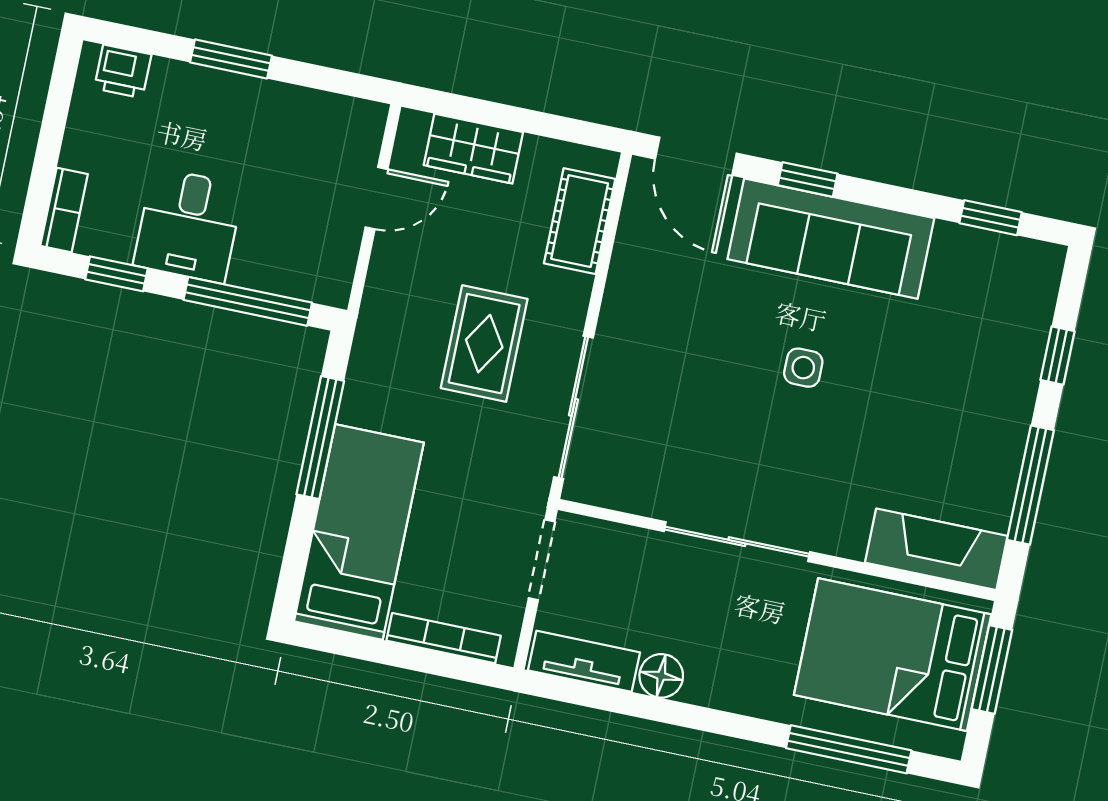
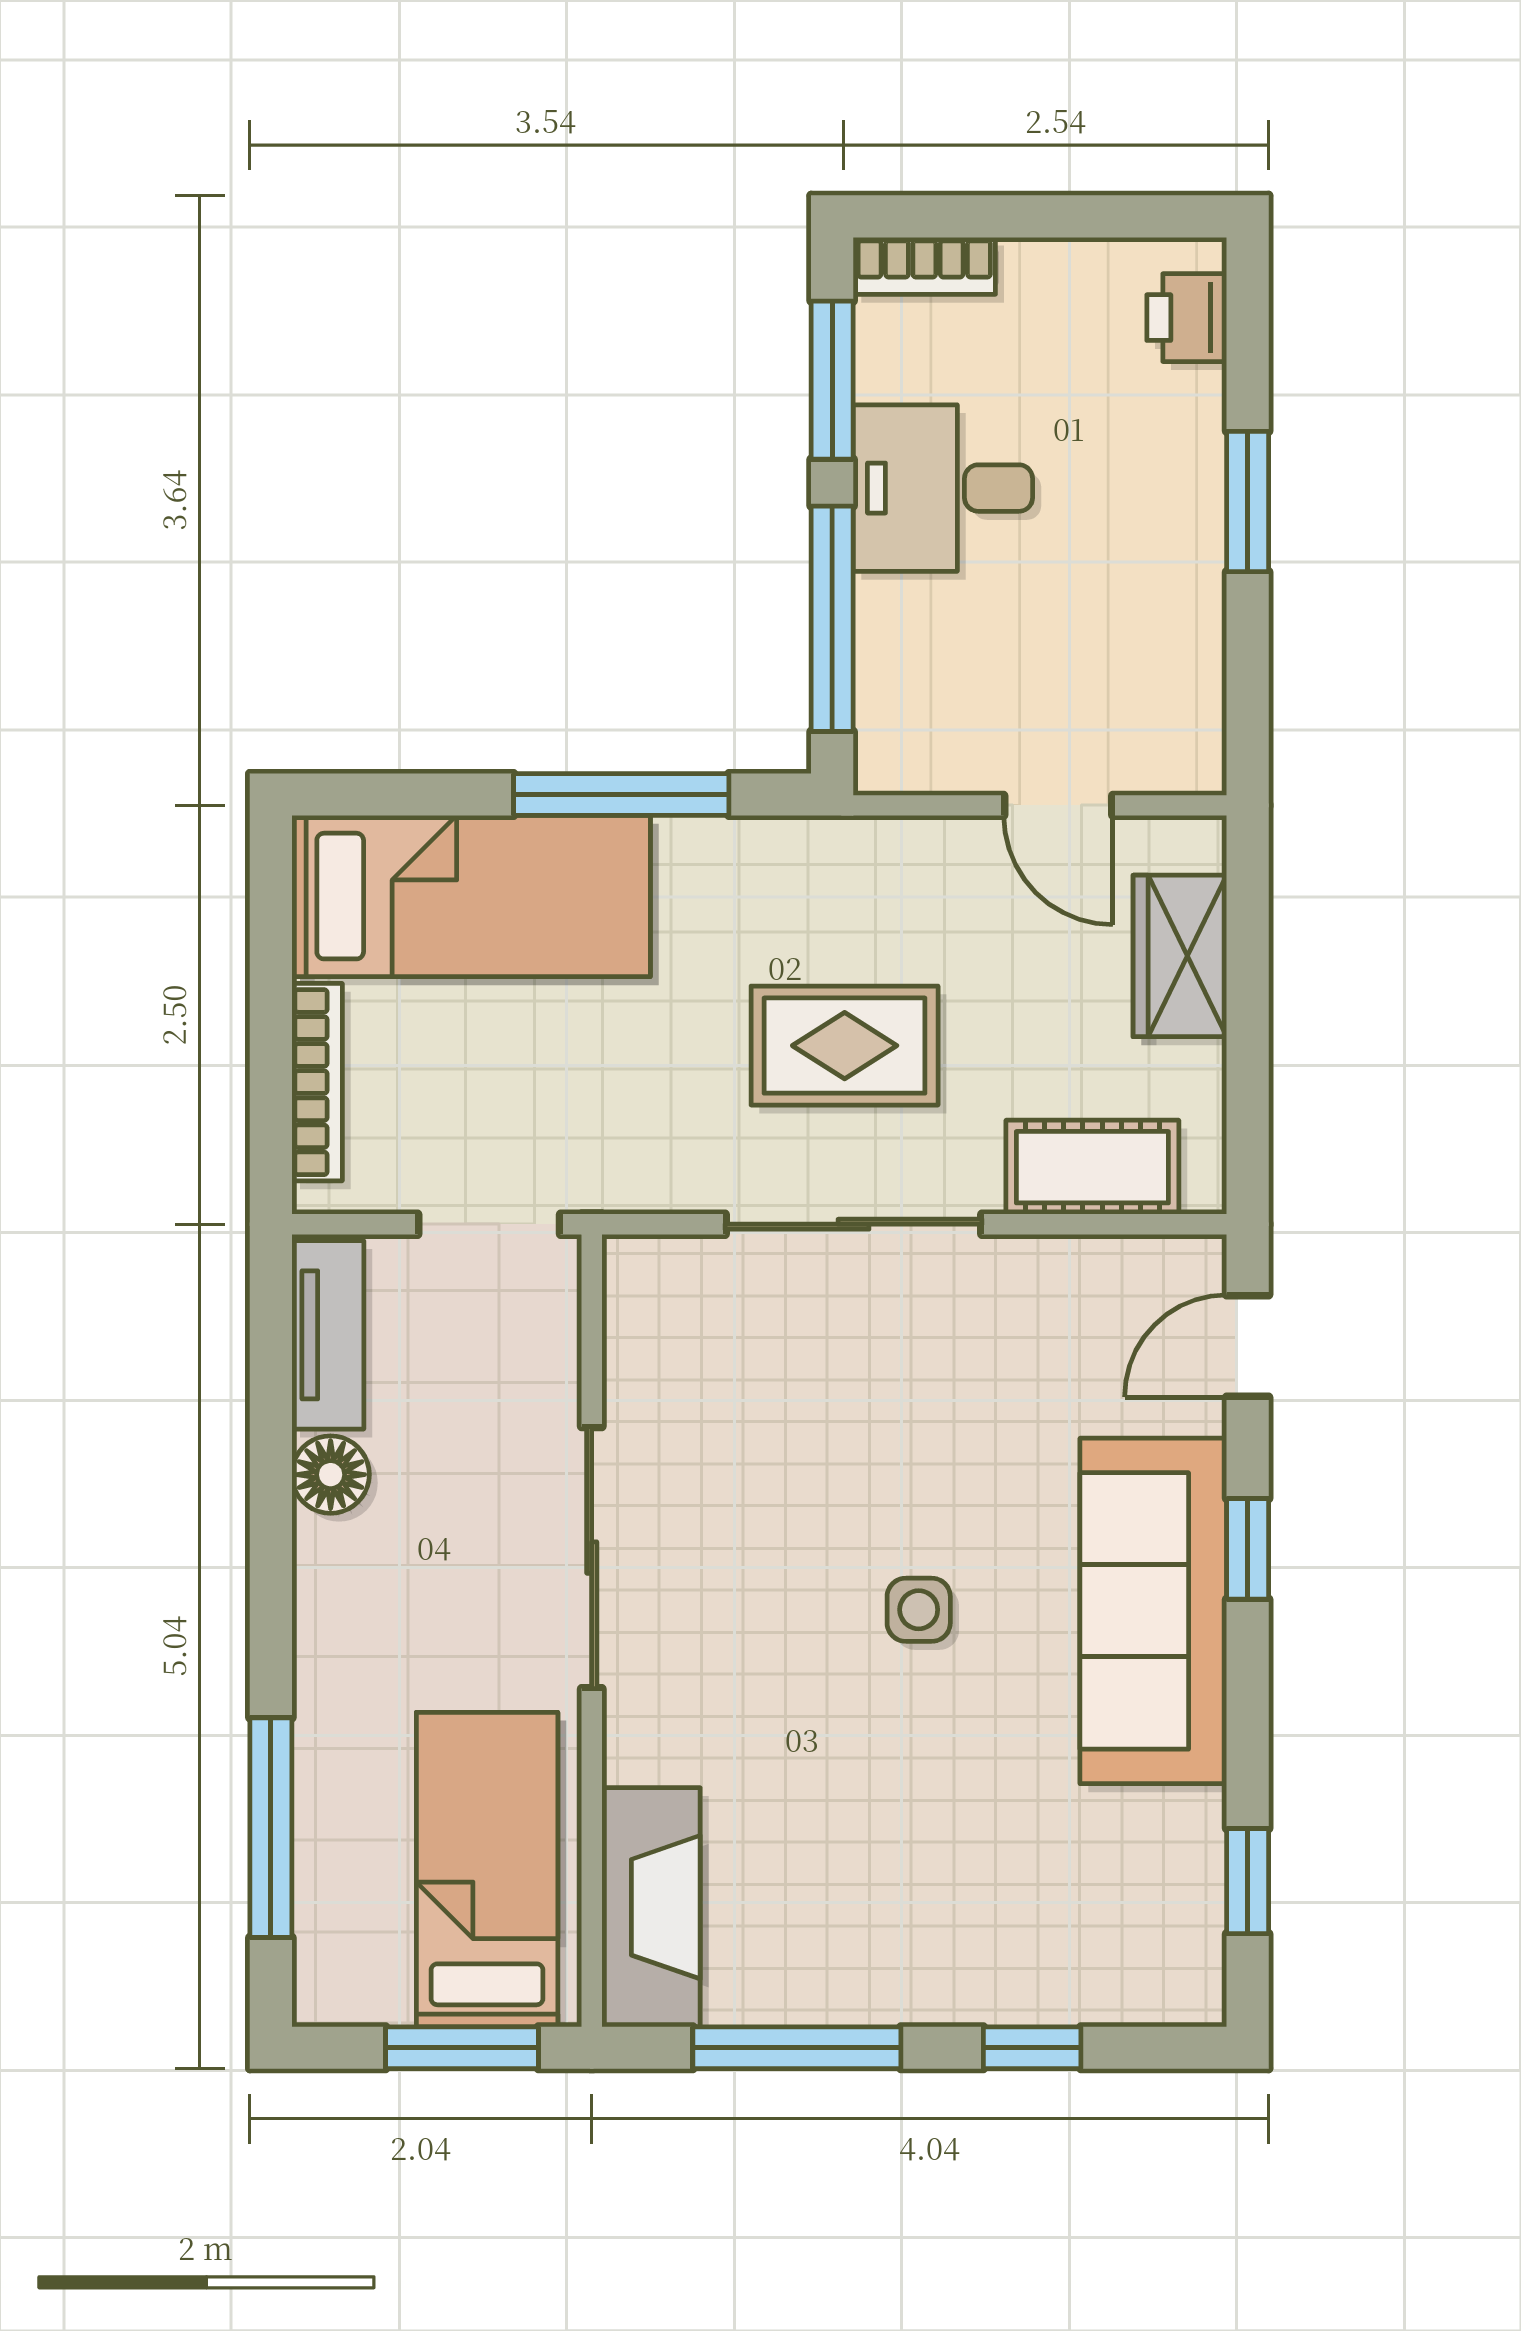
door: (696, 156) -> (1248, 1346), width x0.73
window: (116, 274) -> (832, 380), width x1.50
sliding door: (573, 407) -> (853, 1224), moved
bed: (893, 655) -> (487, 1870), width x0.67

